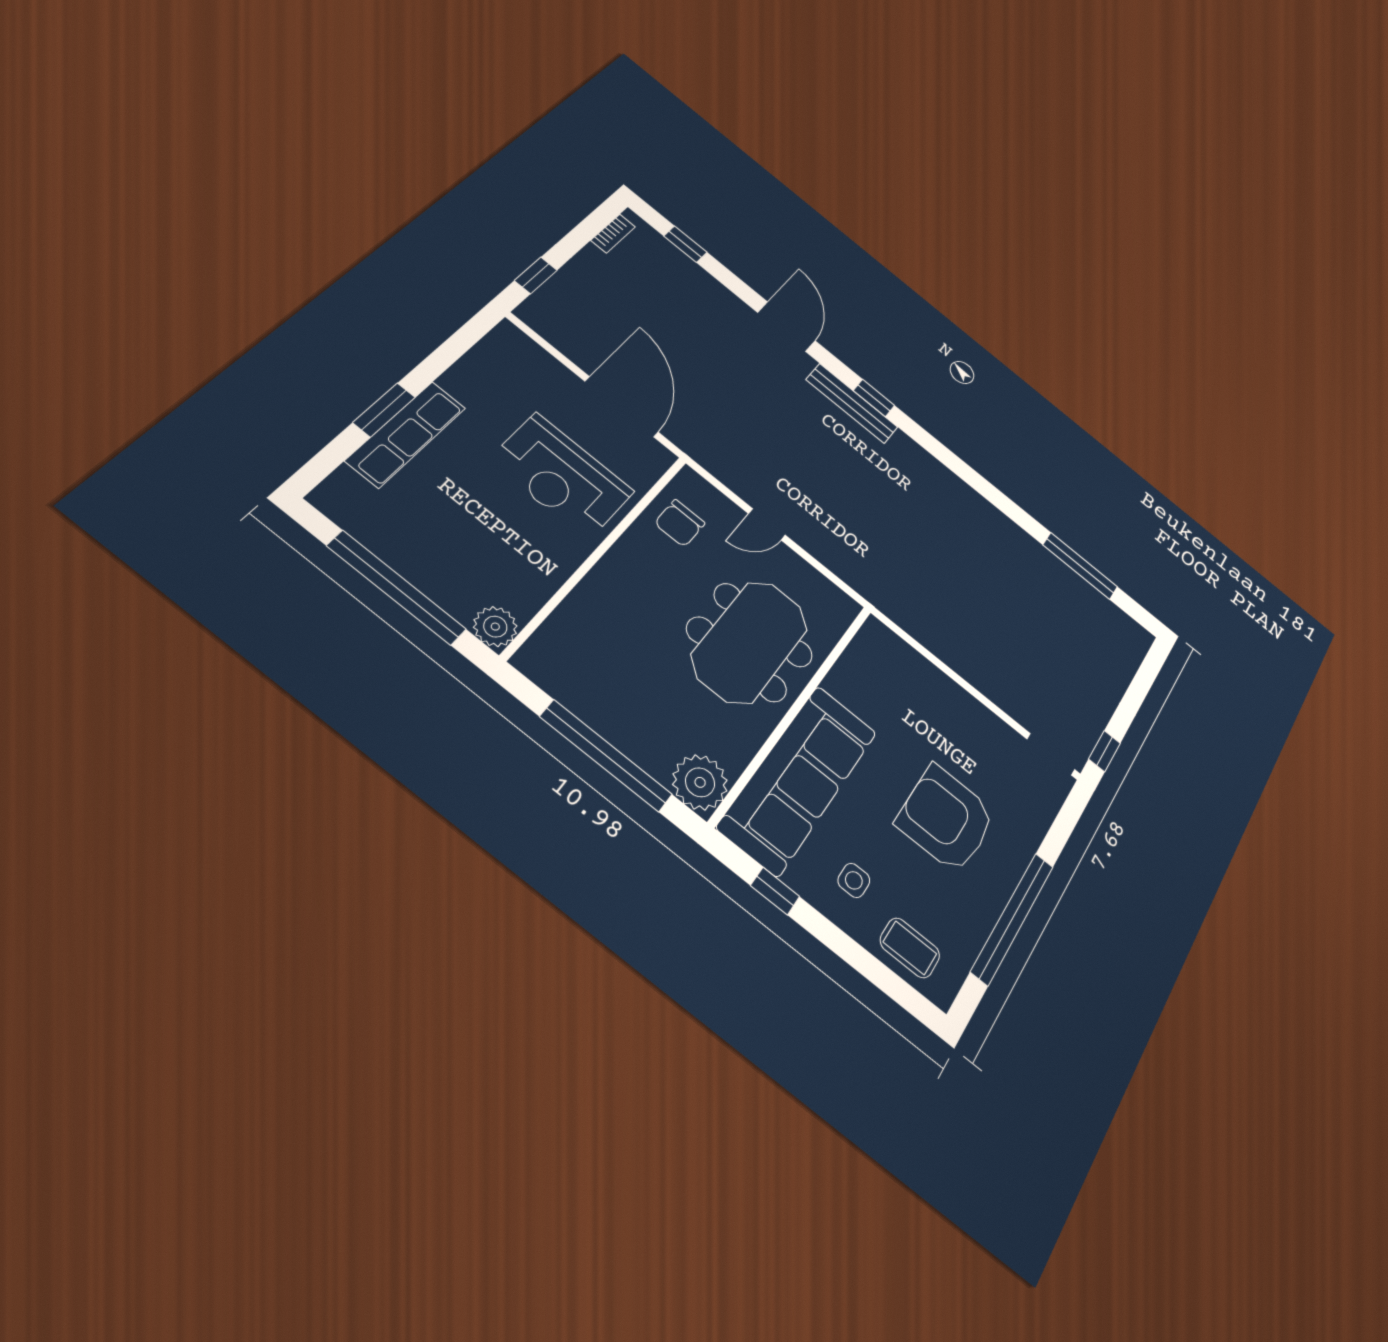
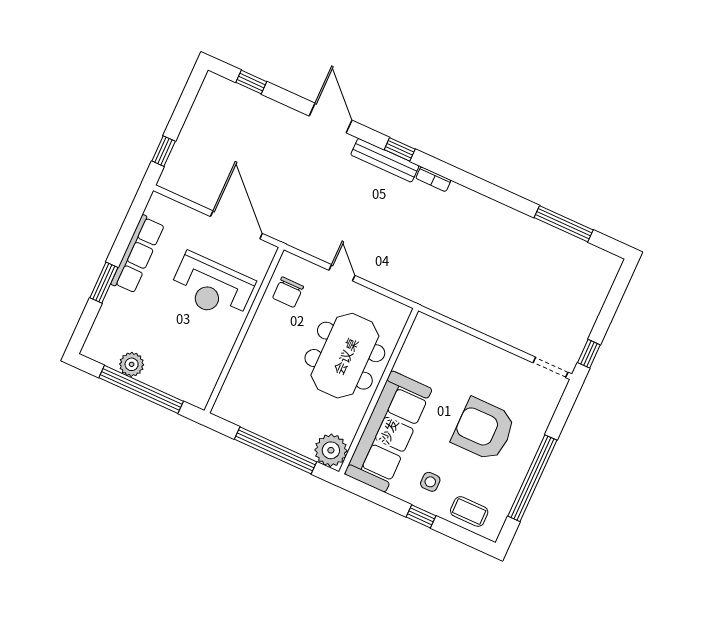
bookcase: (613, 234) -> (433, 179), moved, turned 90
row of seats: (406, 434) -> (138, 254), moved
door: (767, 524) -> (342, 273), swing flipped
plant: (495, 627) -> (132, 364), moved
window: (775, 891) -> (421, 516), moved

